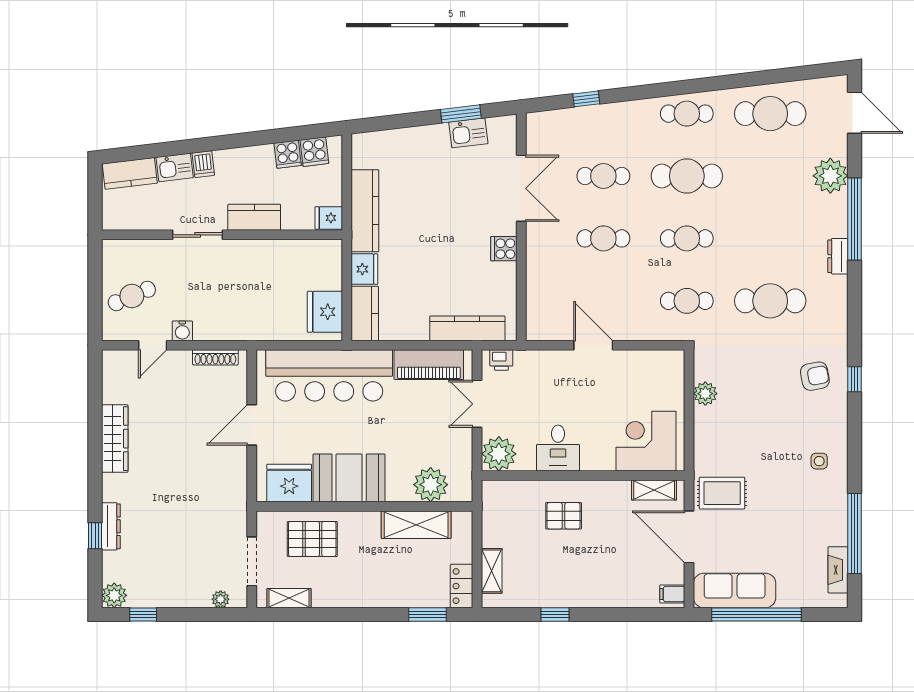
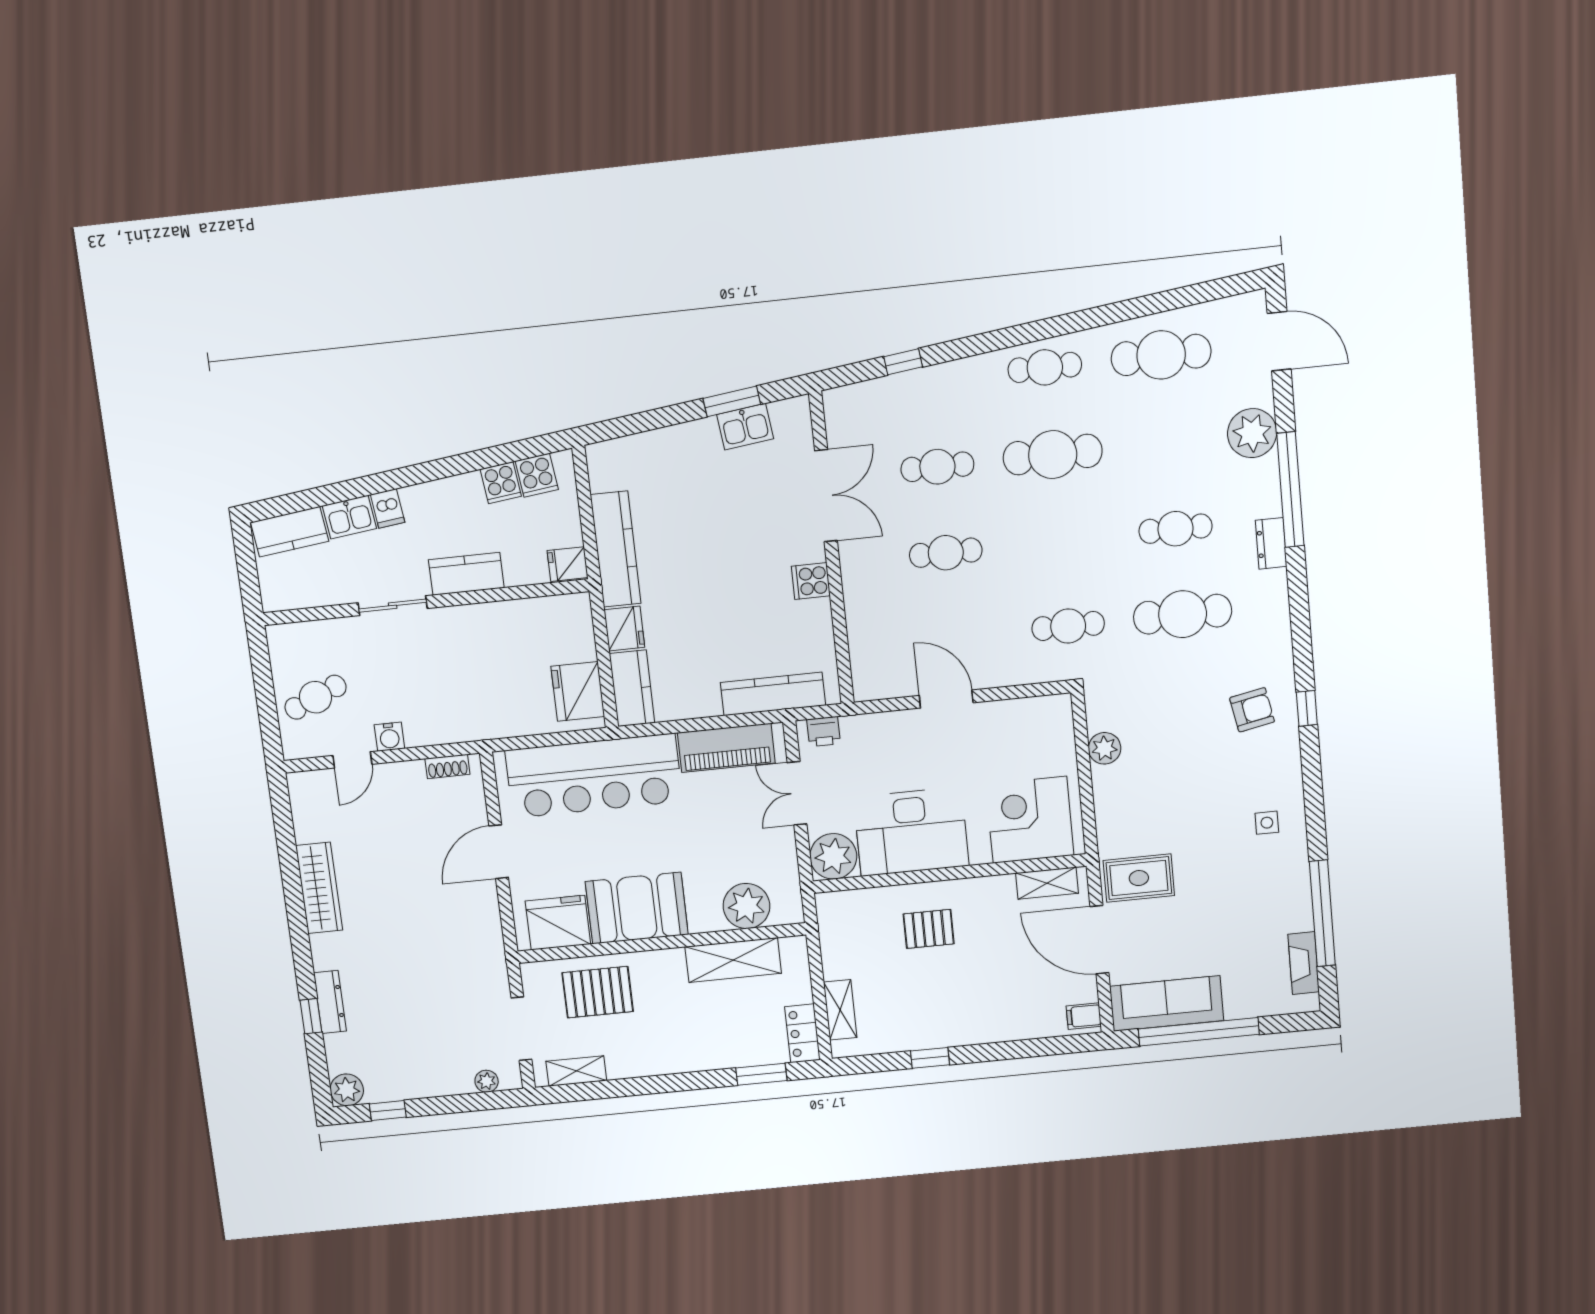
cafe table: (687, 238) -> (1176, 529), moved
shoe rack: (215, 357) -> (447, 766), width x0.70
desk: (558, 448) -> (911, 832), width x1.87, depth x1.30

